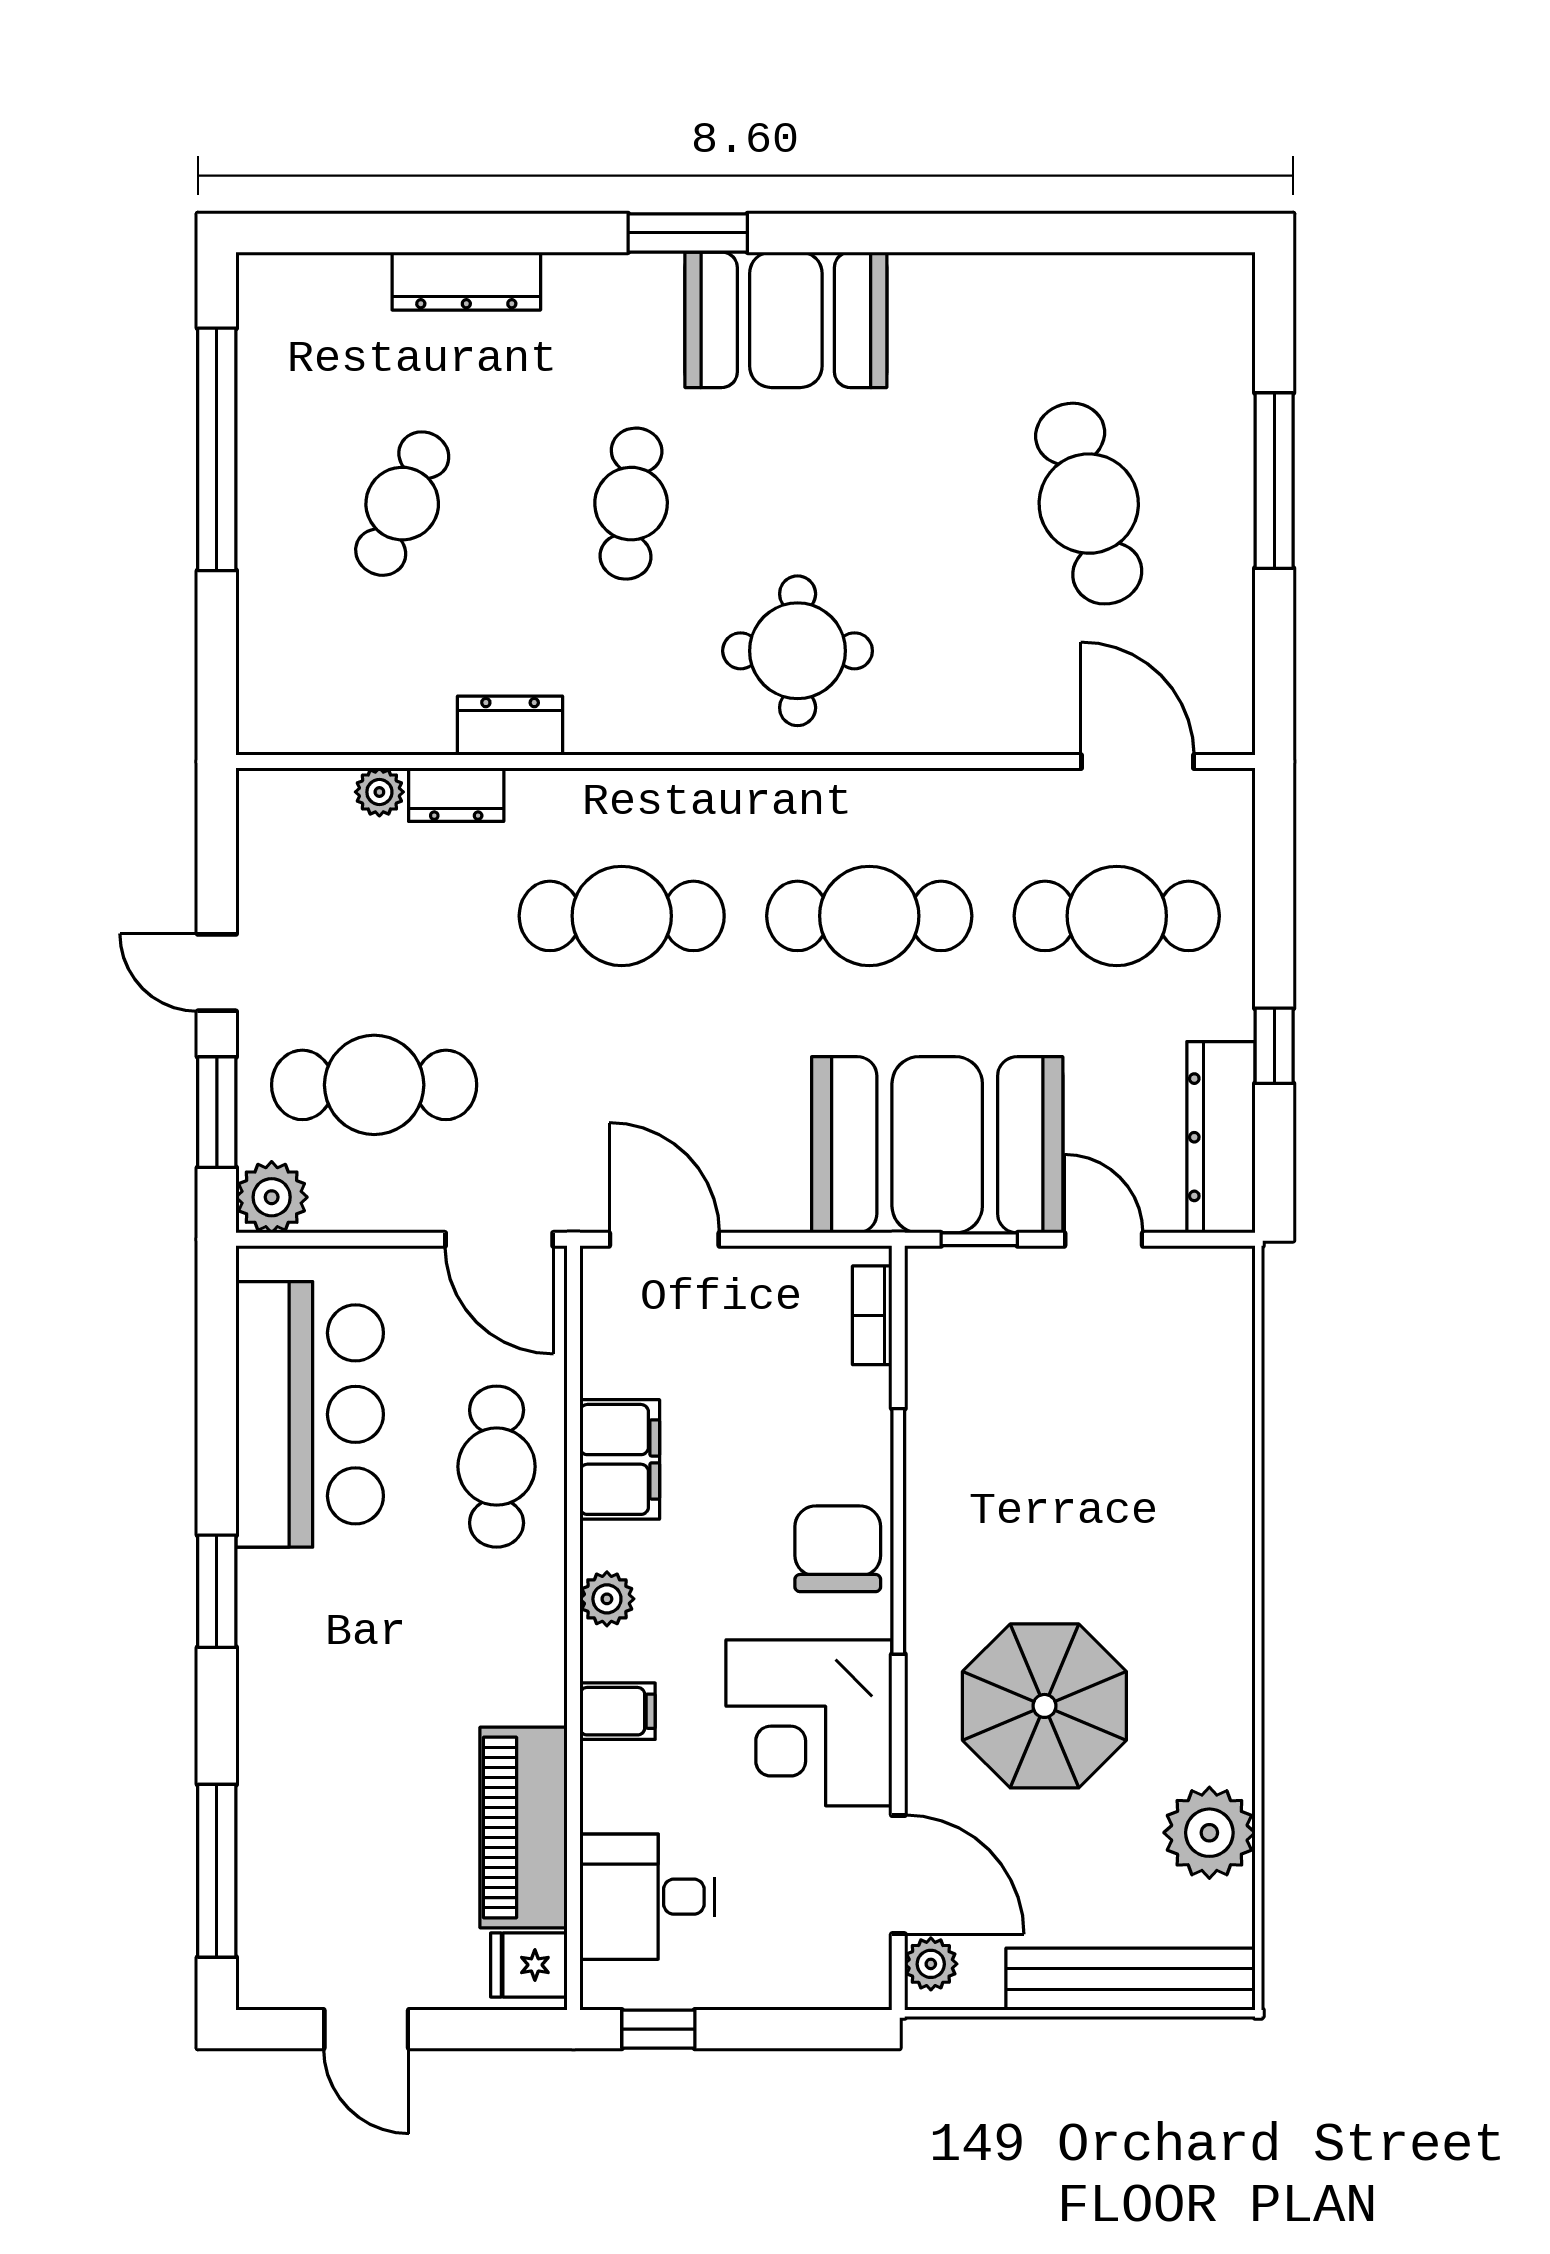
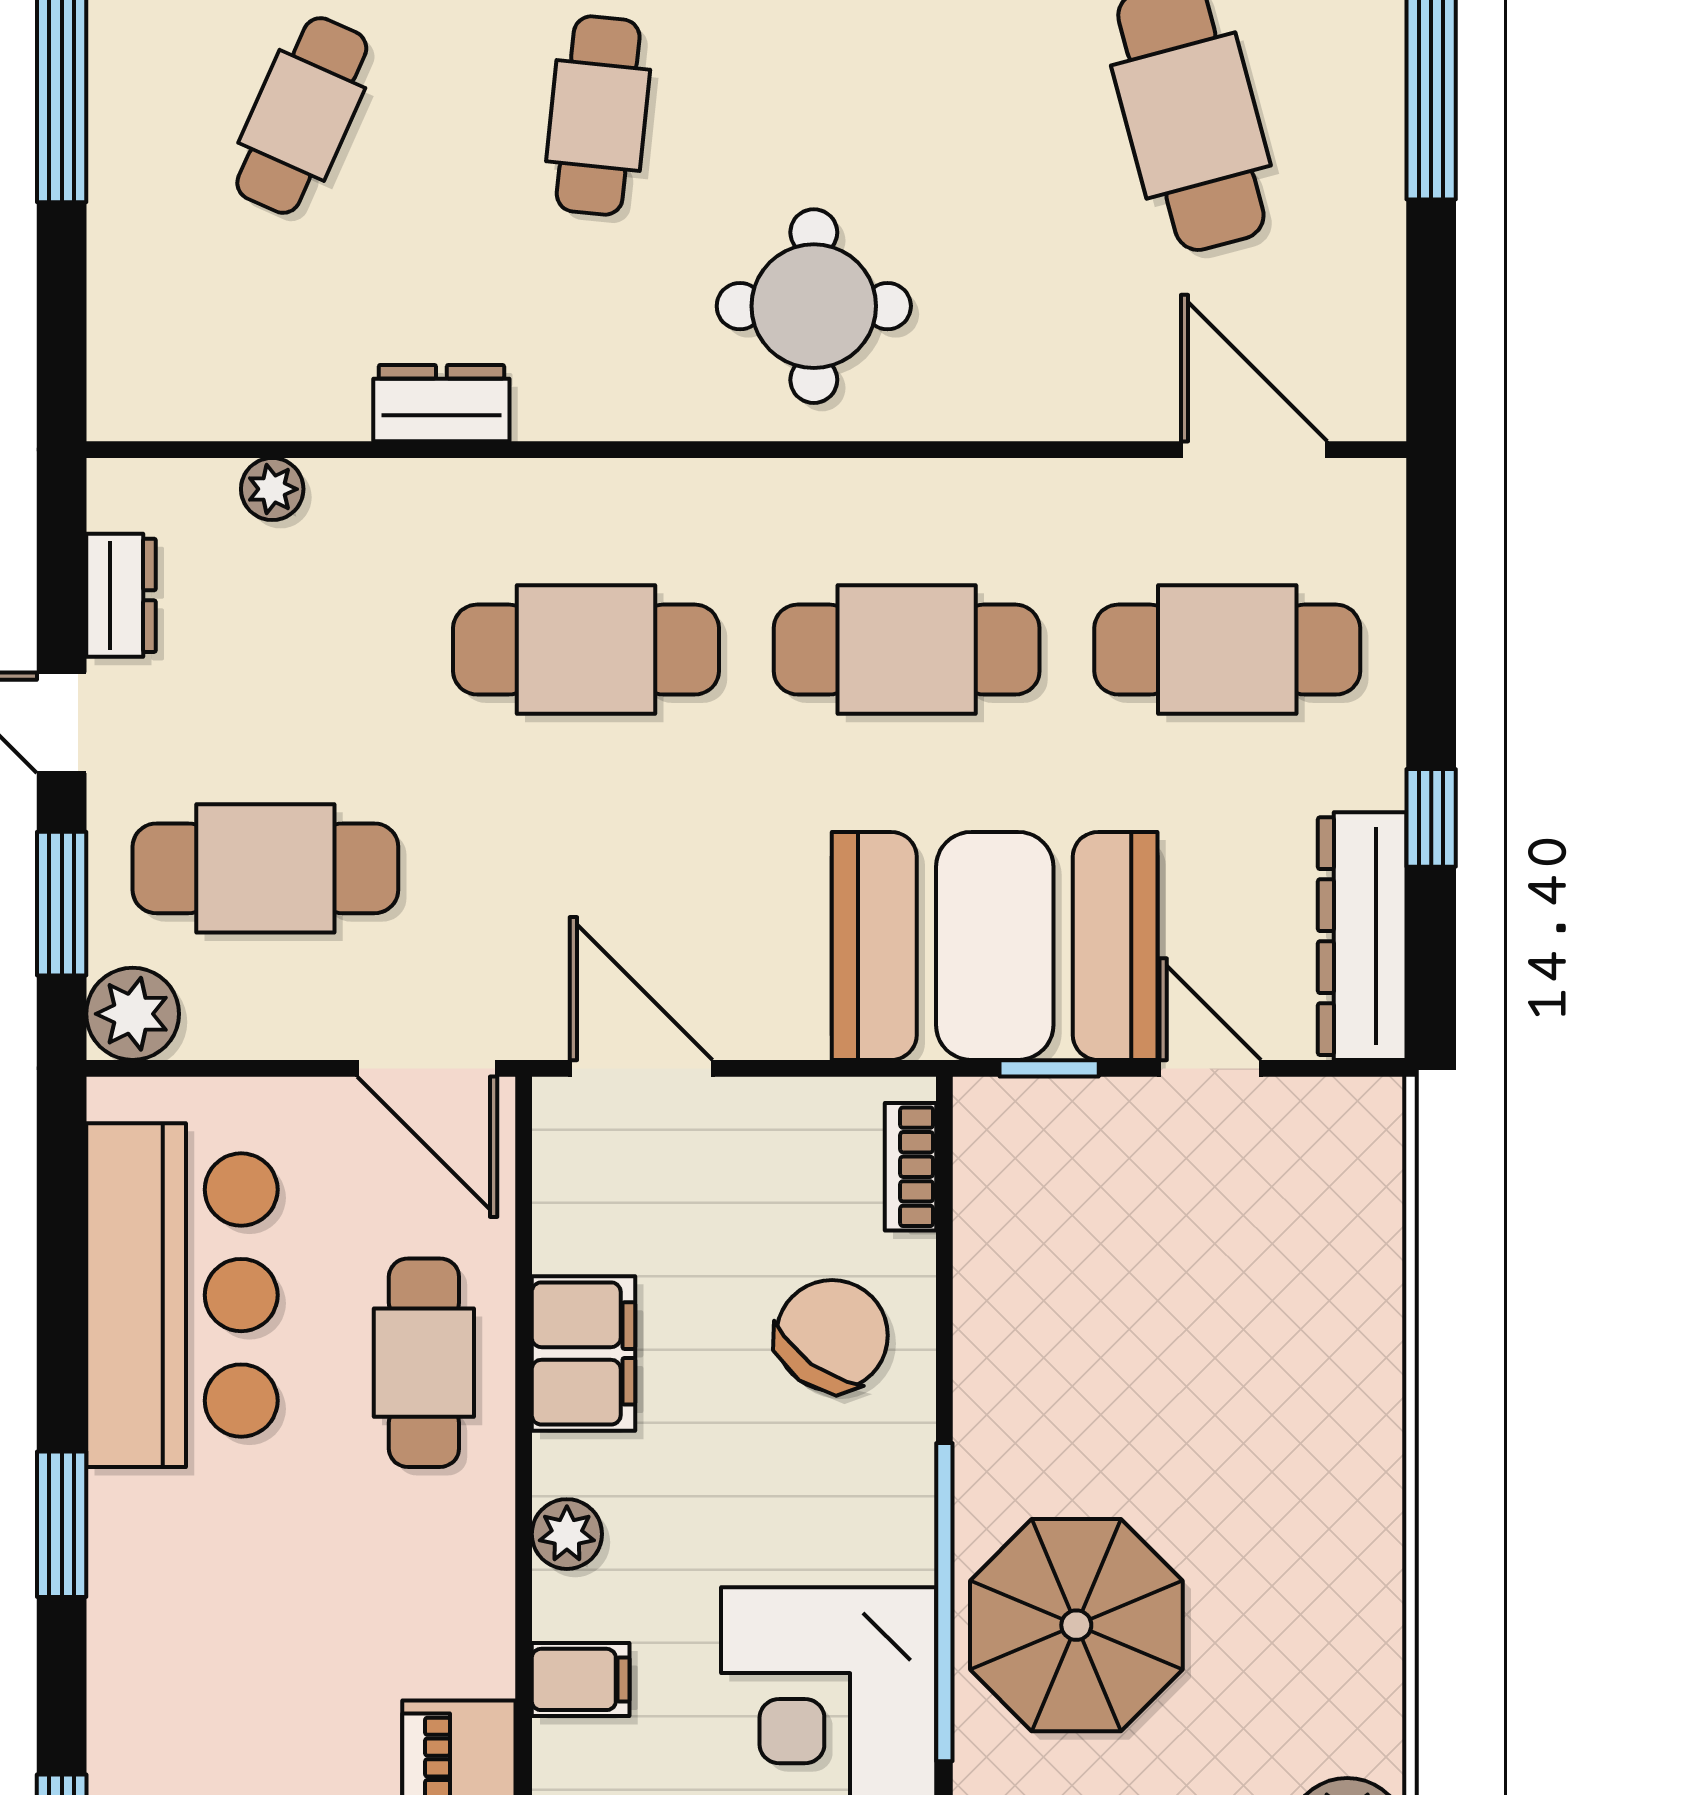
dresser: (456, 795) -> (121, 595), moved, turned -90
window: (898, 1531) -> (944, 1602), moved
chair: (838, 1549) -> (832, 1335), moved, turned 36
parasol: (1044, 1706) -> (1076, 1625), moved

